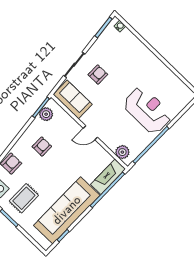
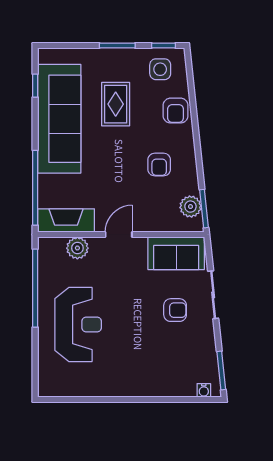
armchair: (98, 74) -> (175, 310), turned -90
reception desk: (147, 110) -> (78, 324), turned -90
plant: (122, 152) -> (77, 248), moved
fireplace: (108, 177) -> (66, 220), moved, turned -90
rug: (24, 198) -> (116, 104), moved

